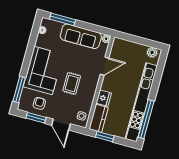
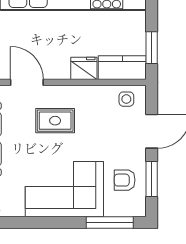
rug: (72, 83) -> (55, 121), moved

